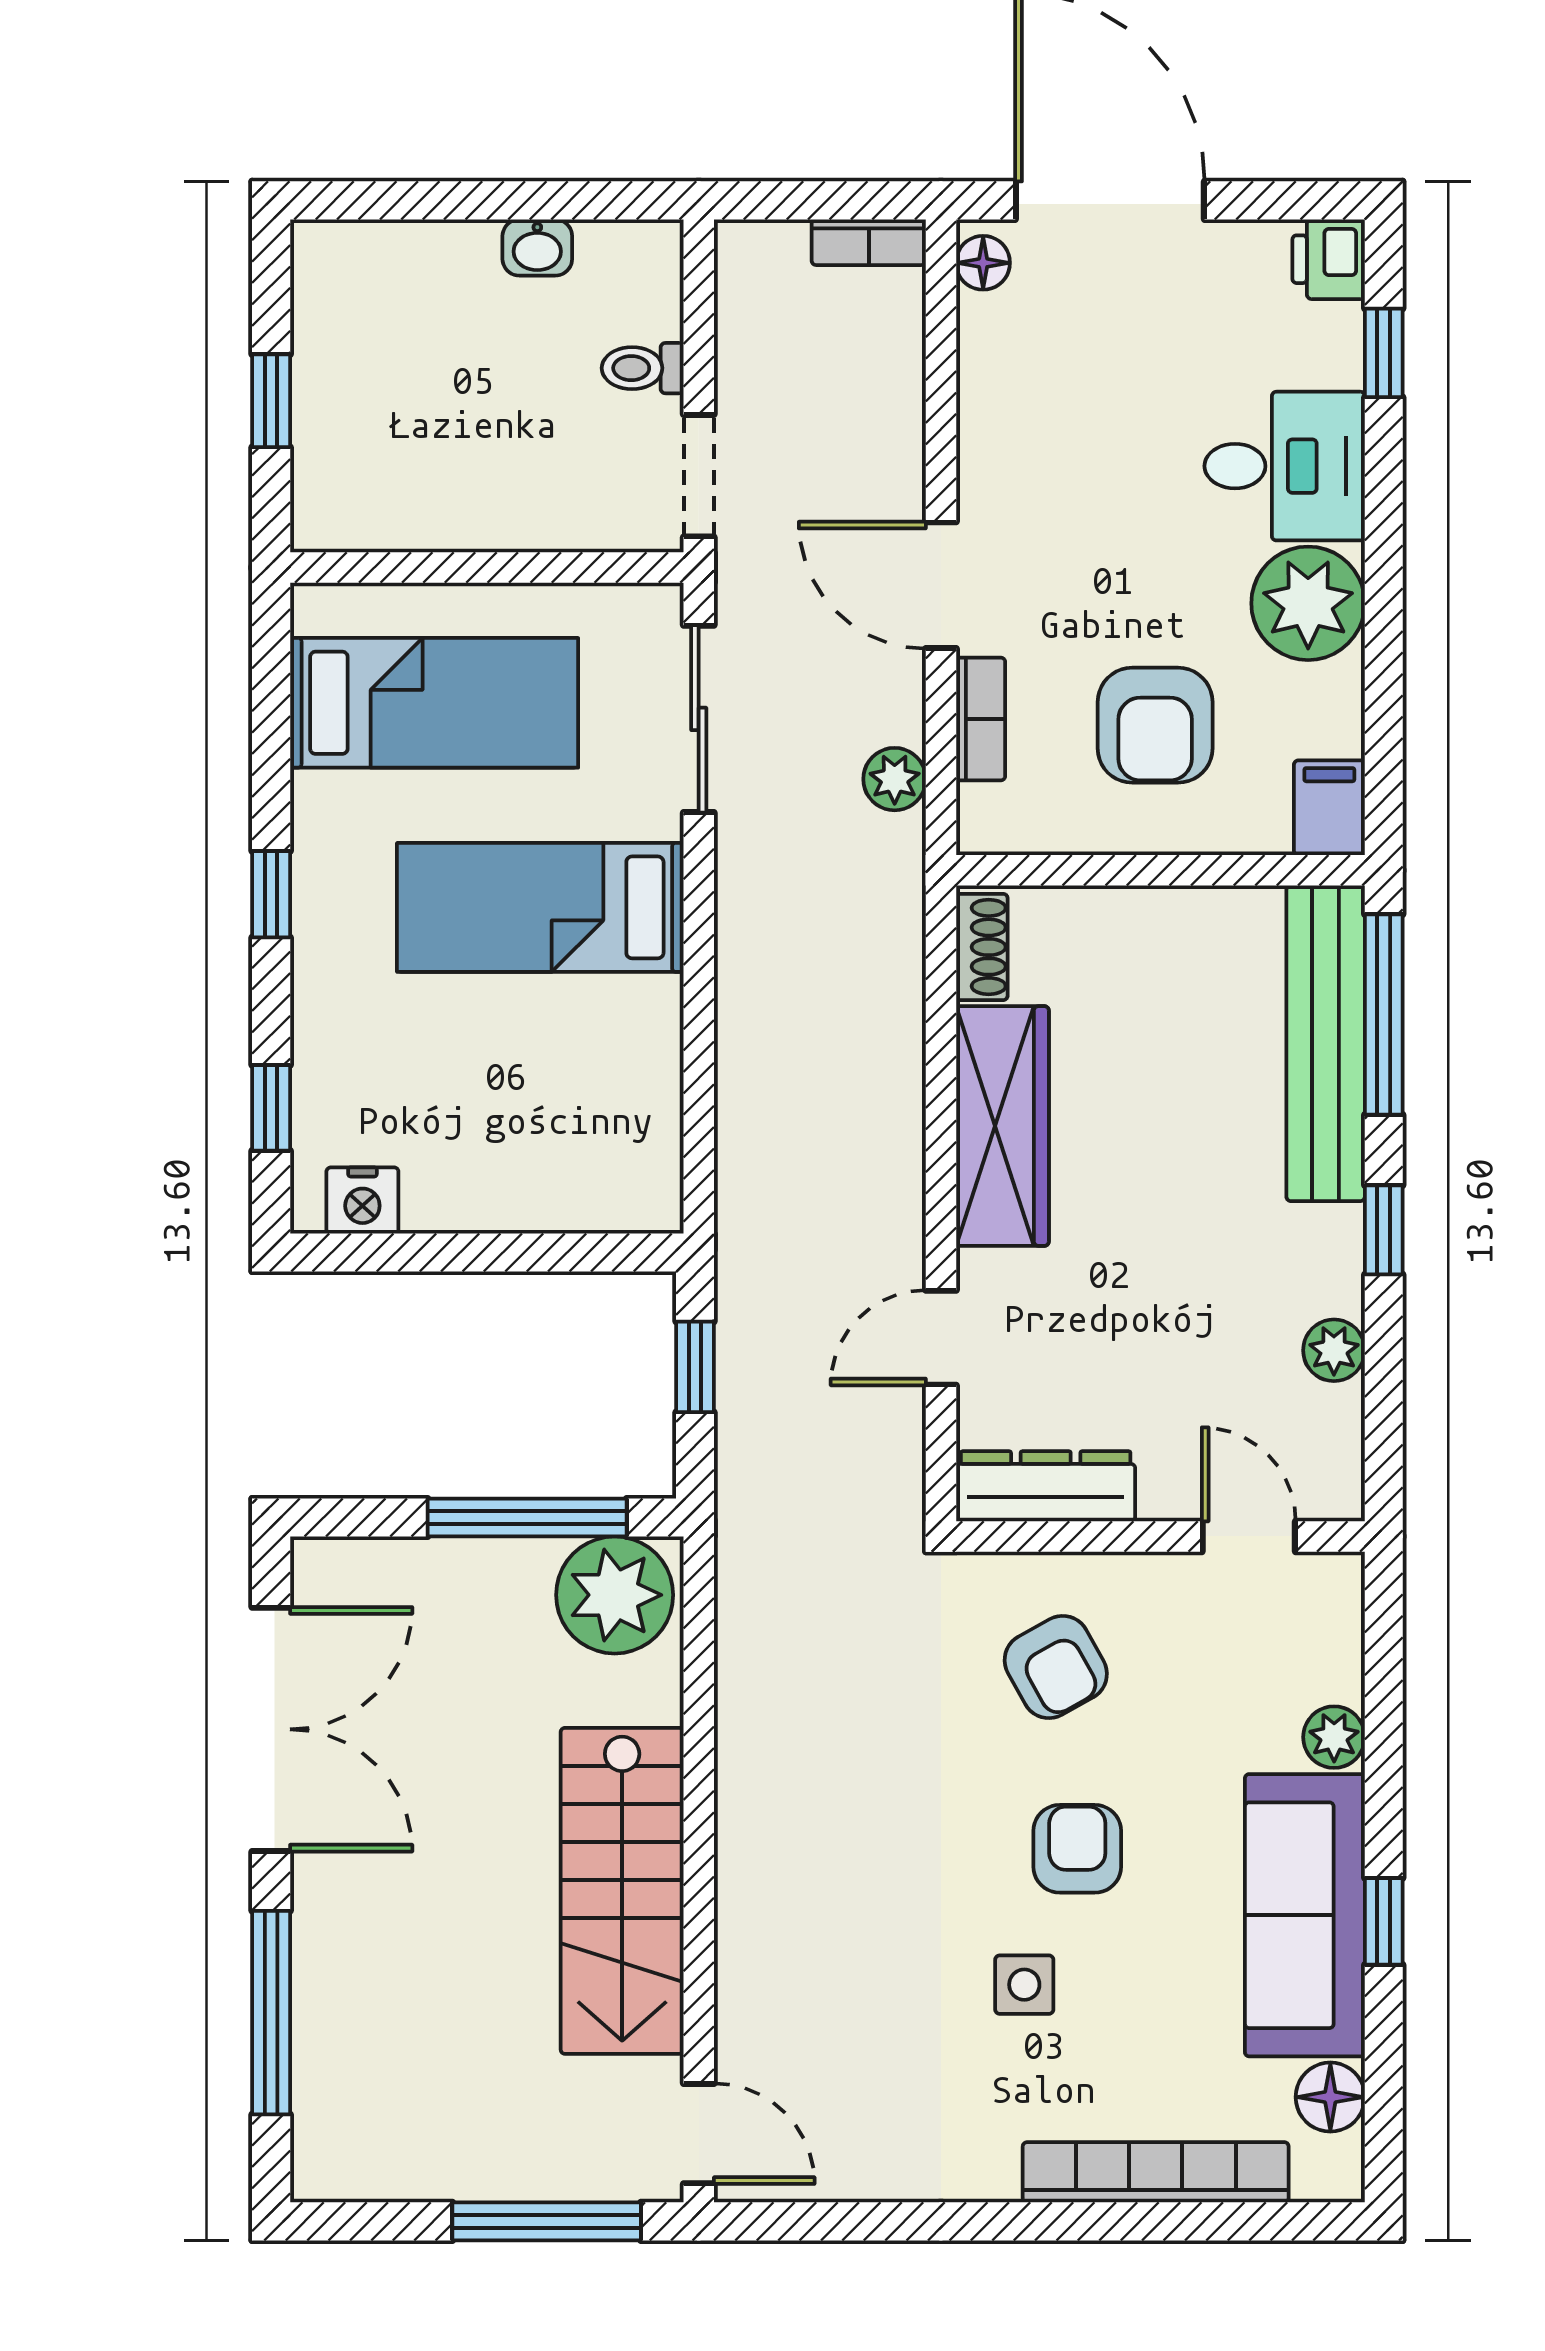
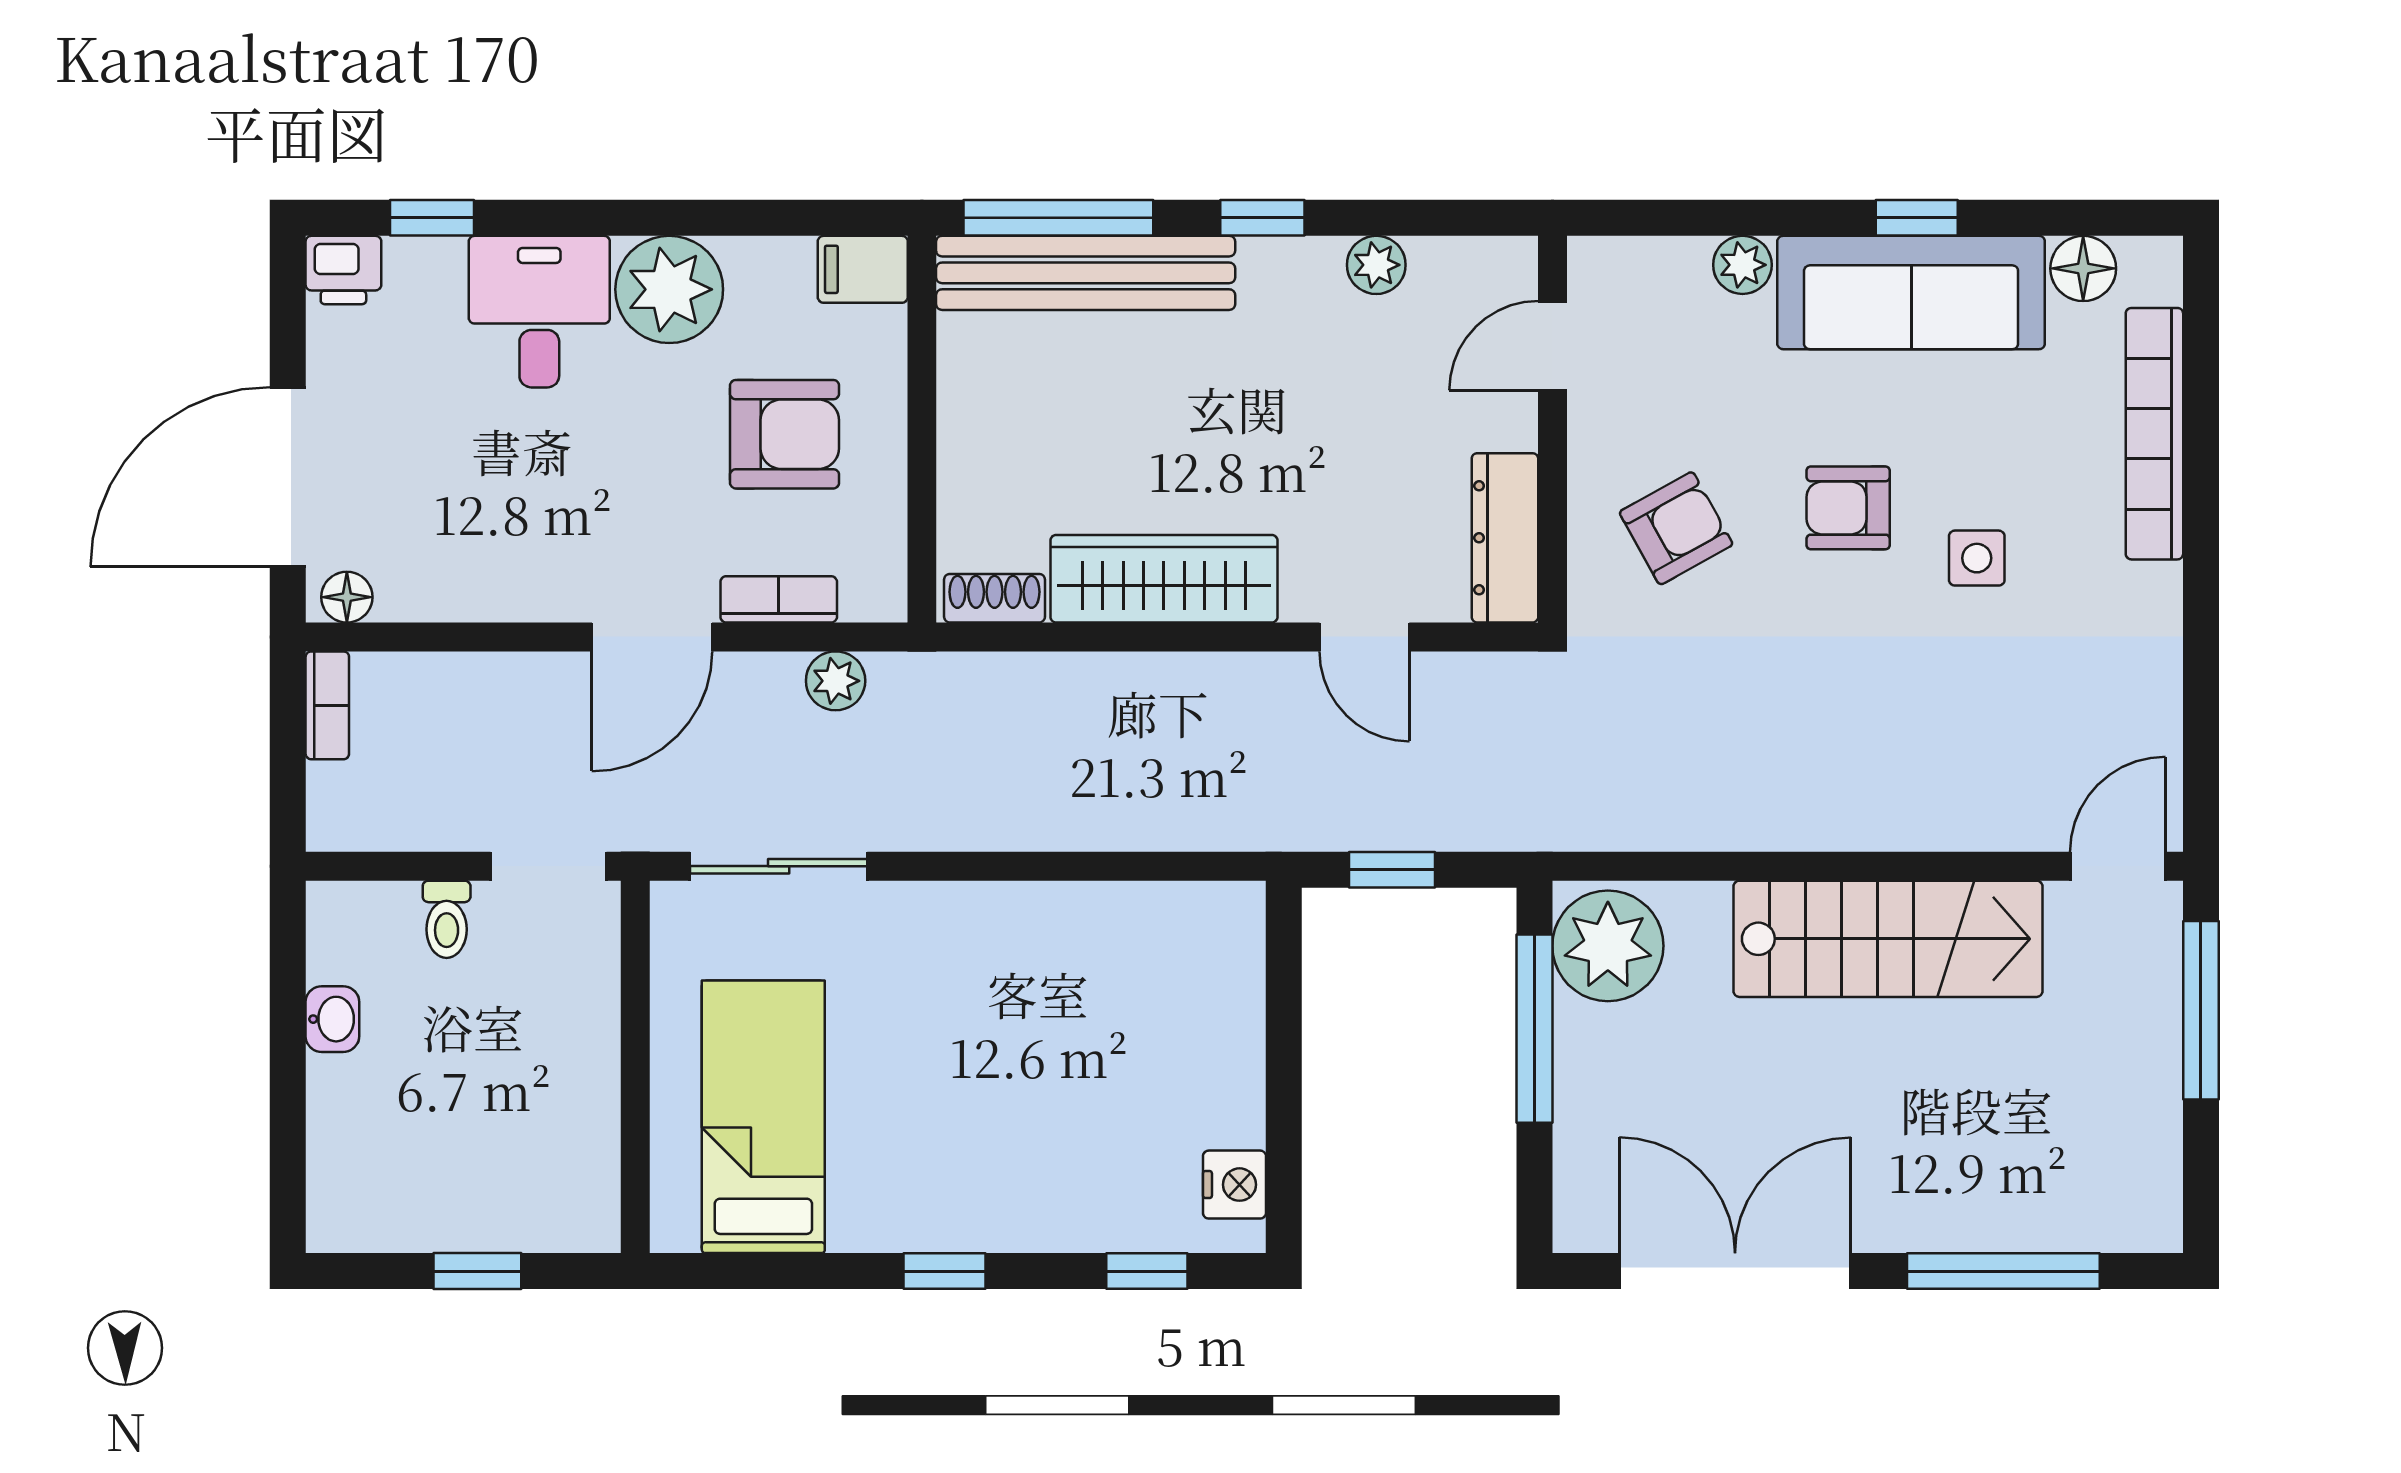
bed: (540, 907) -> (957, 1016), removed

